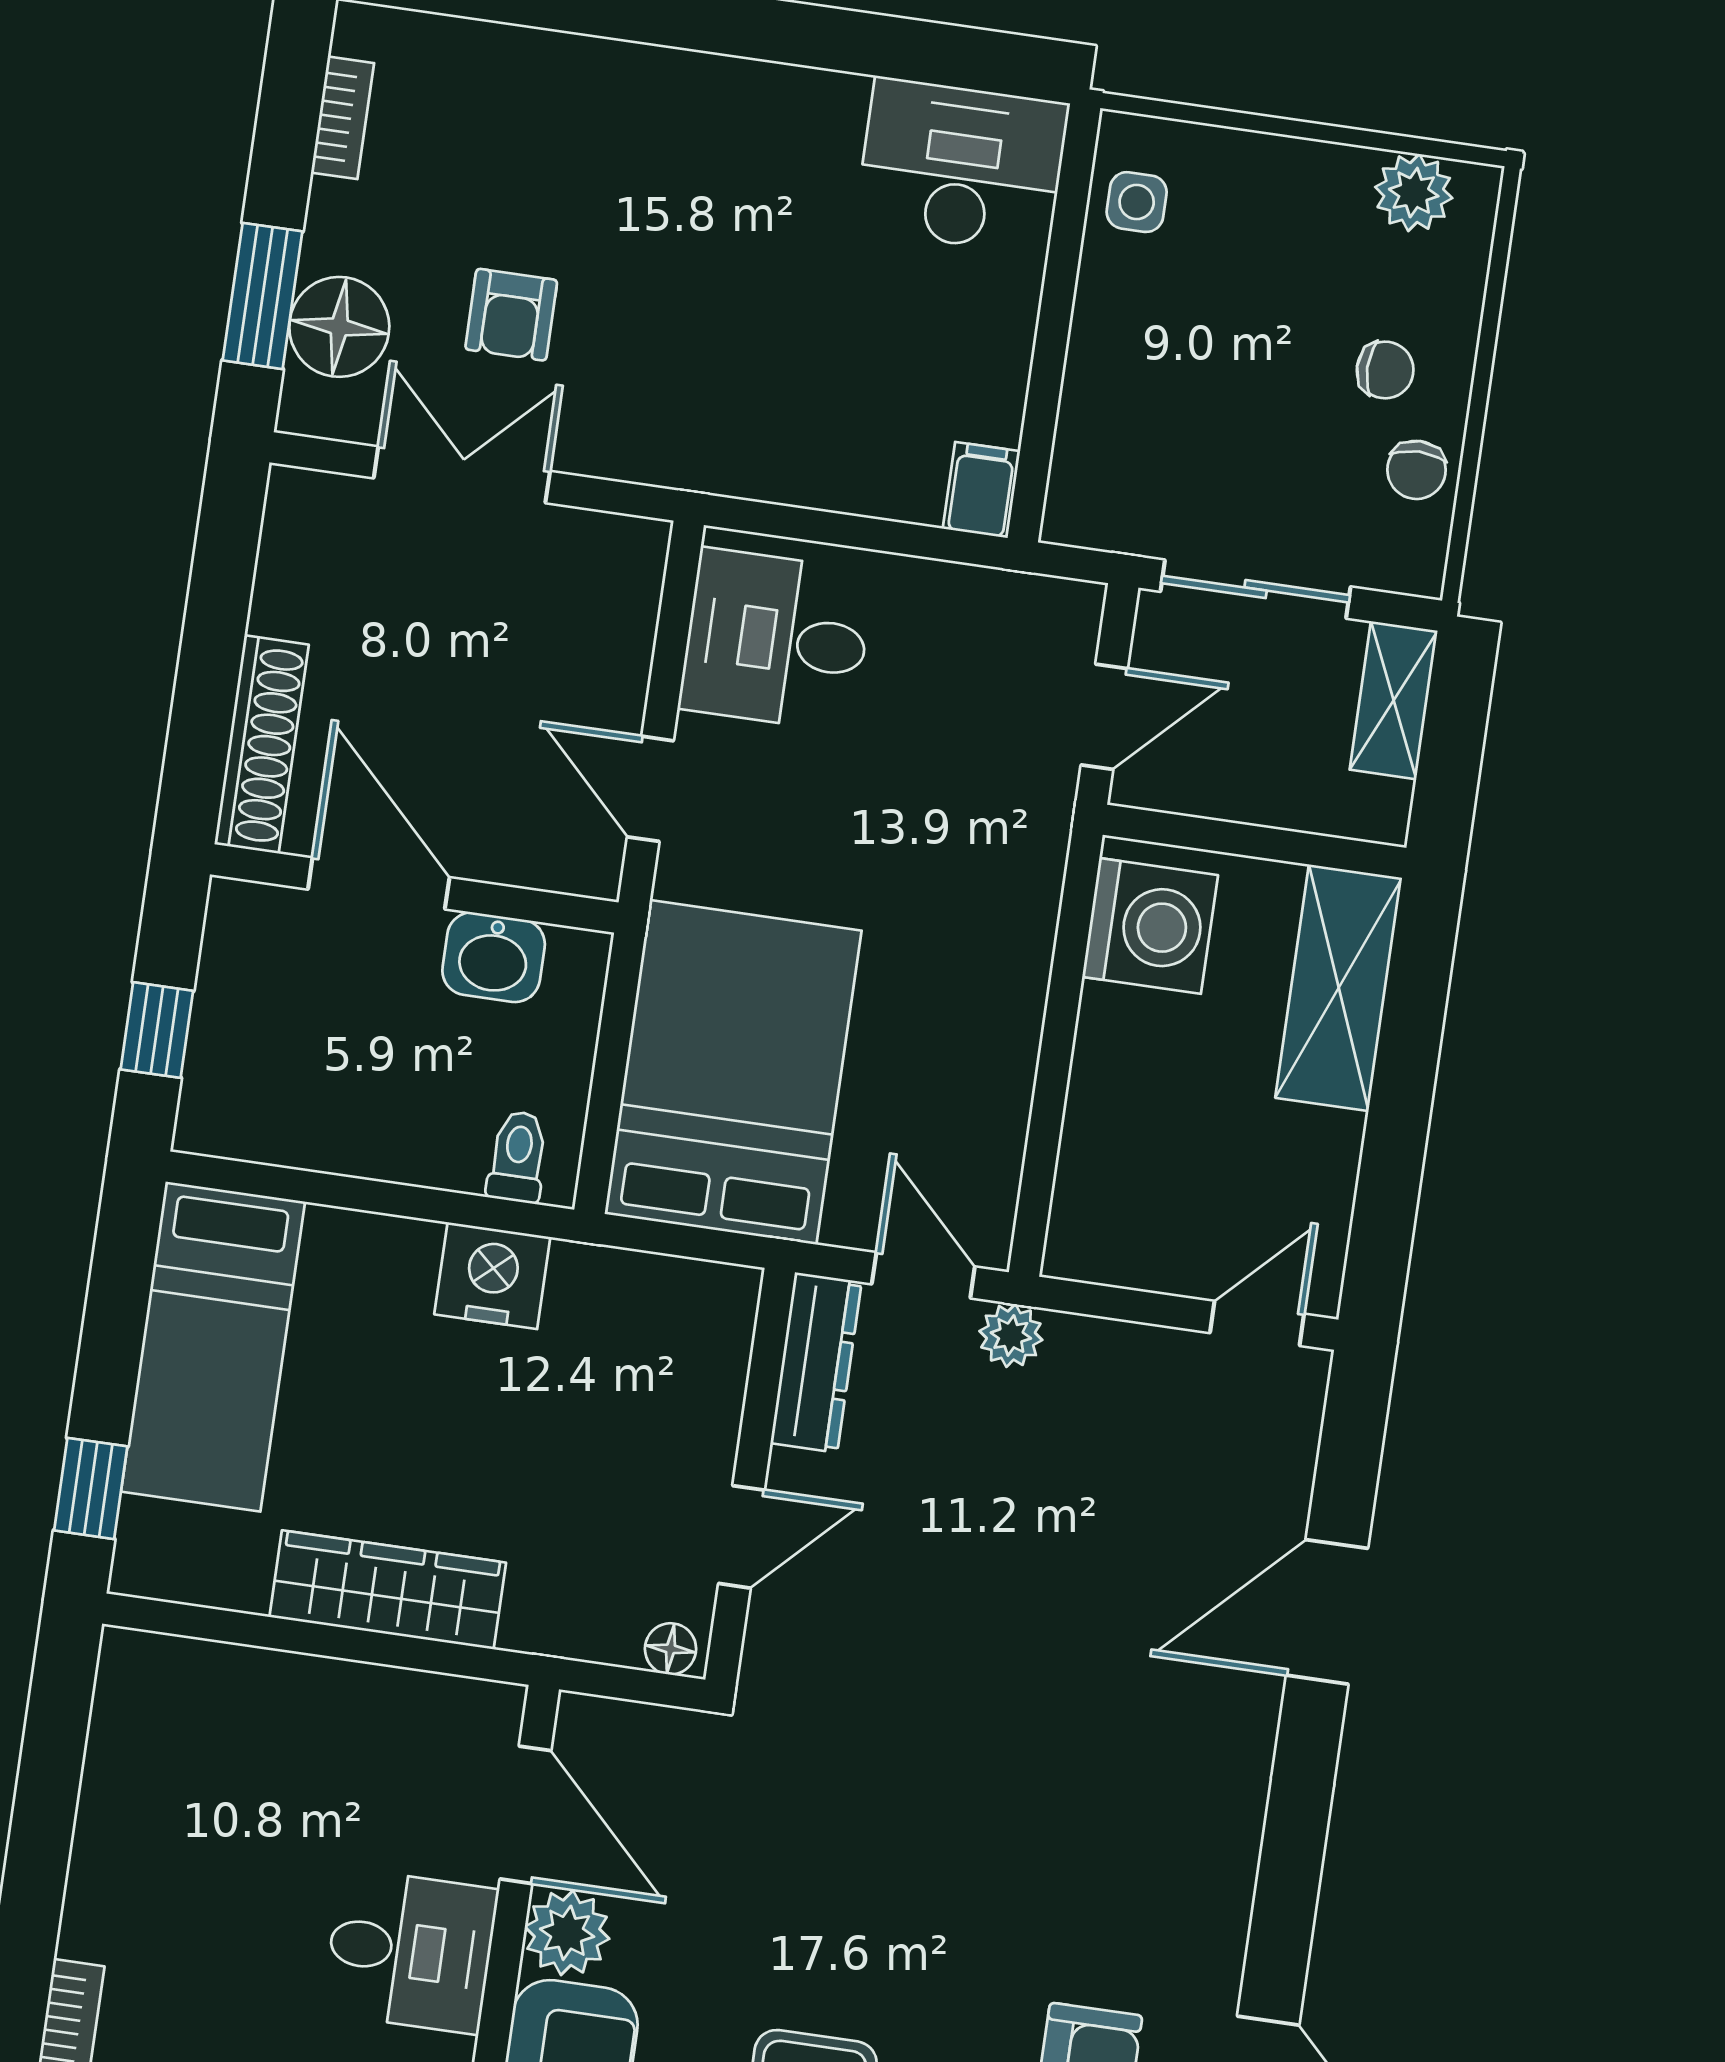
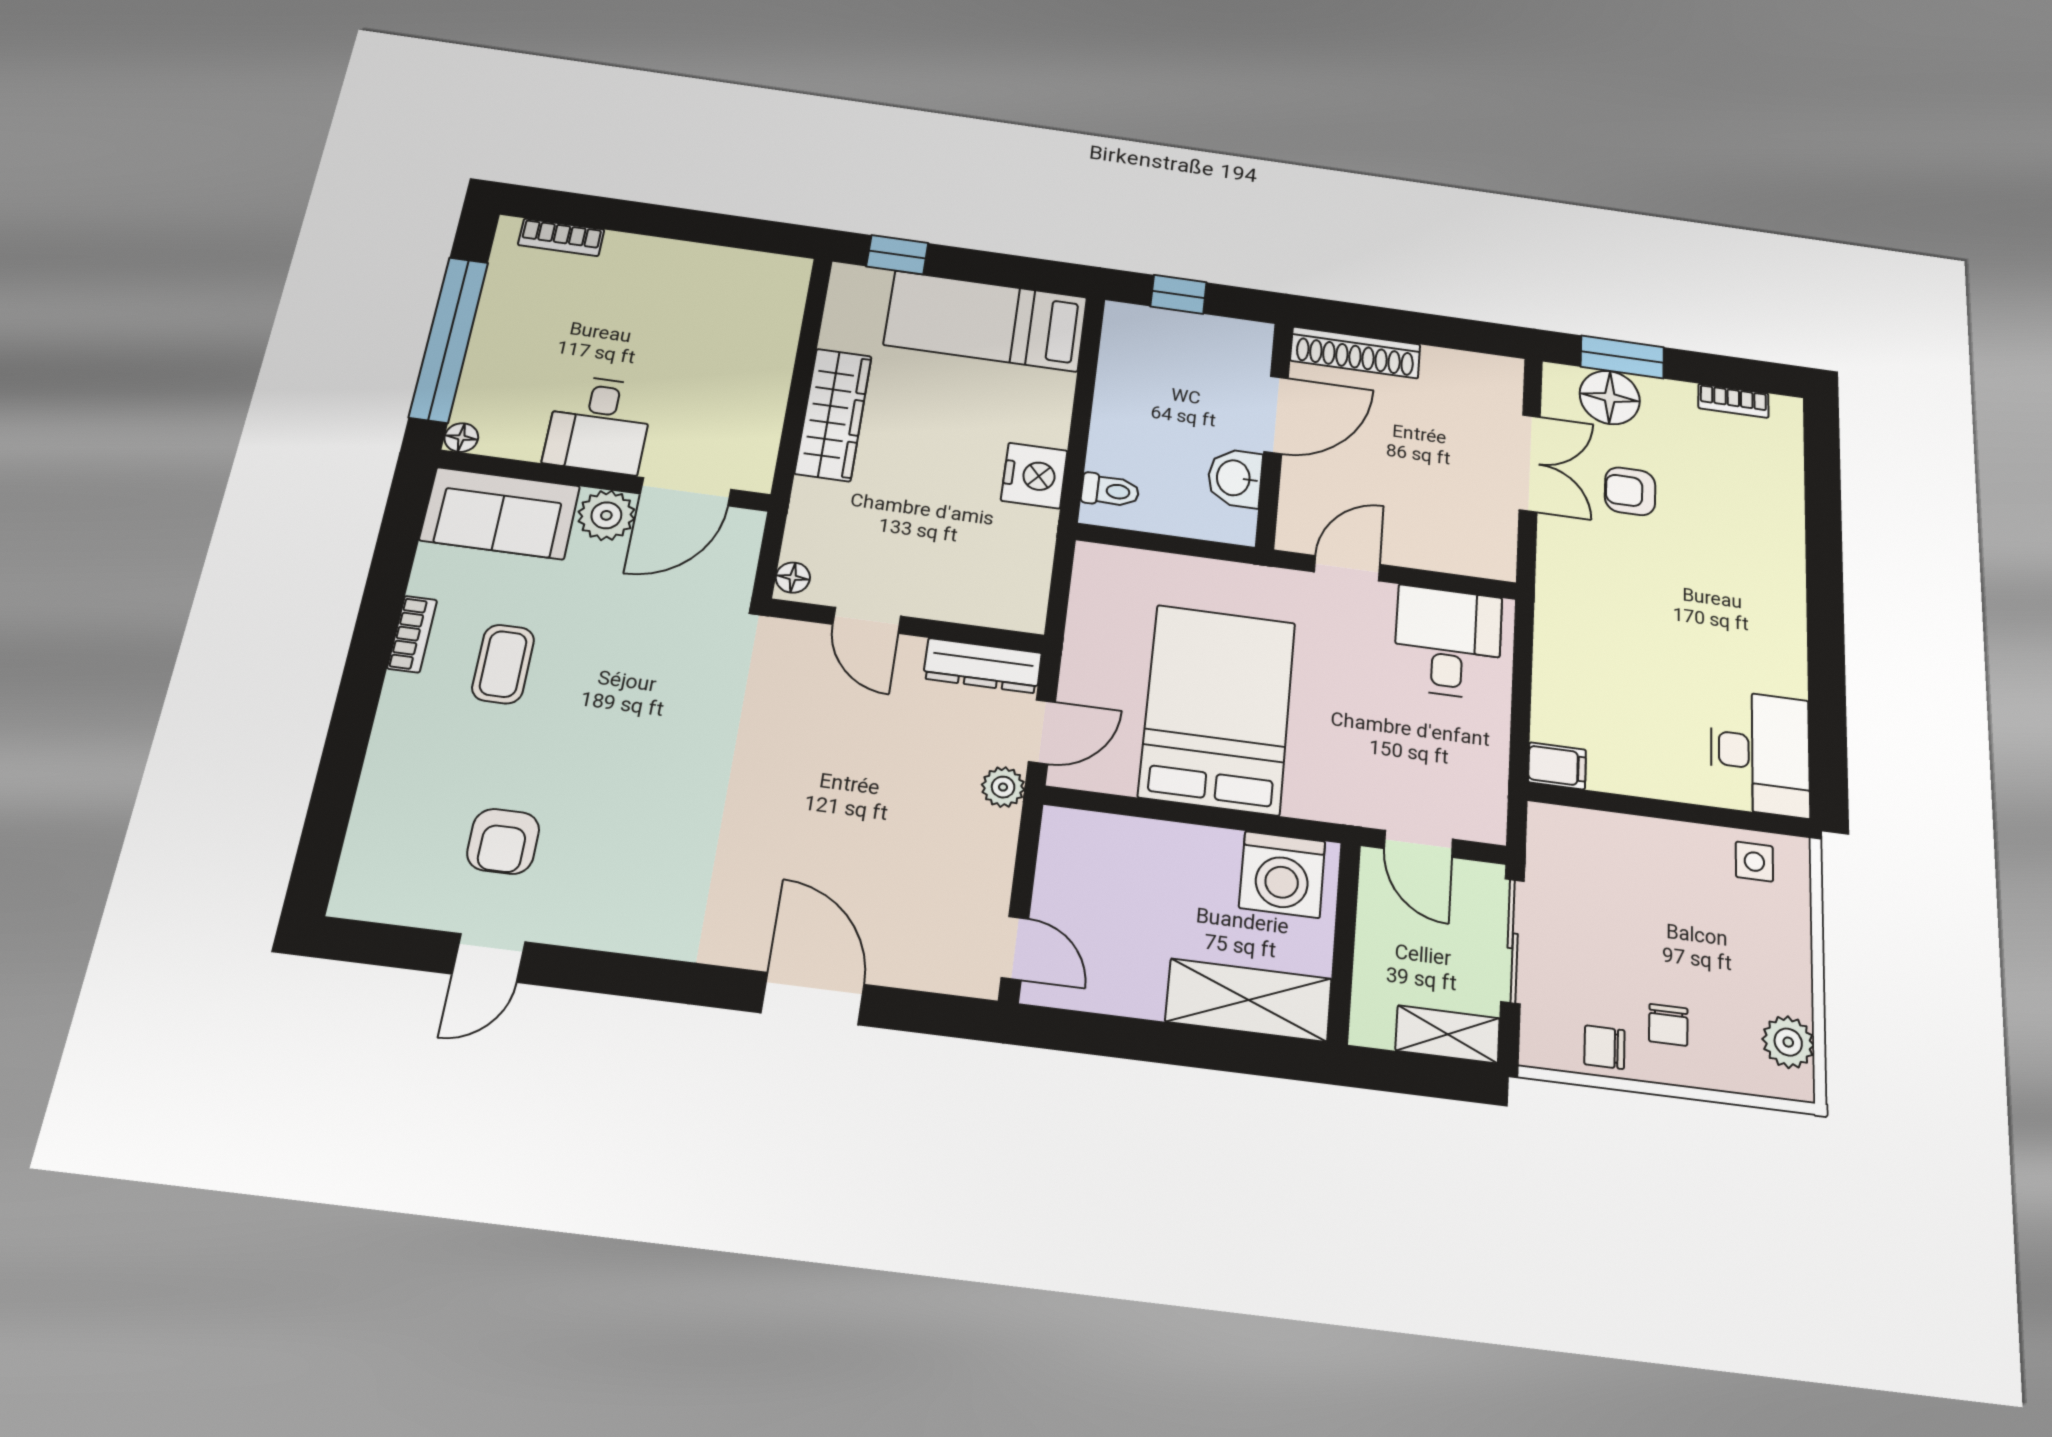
bed: (733, 1072) -> (1218, 709), moved, turned -90

